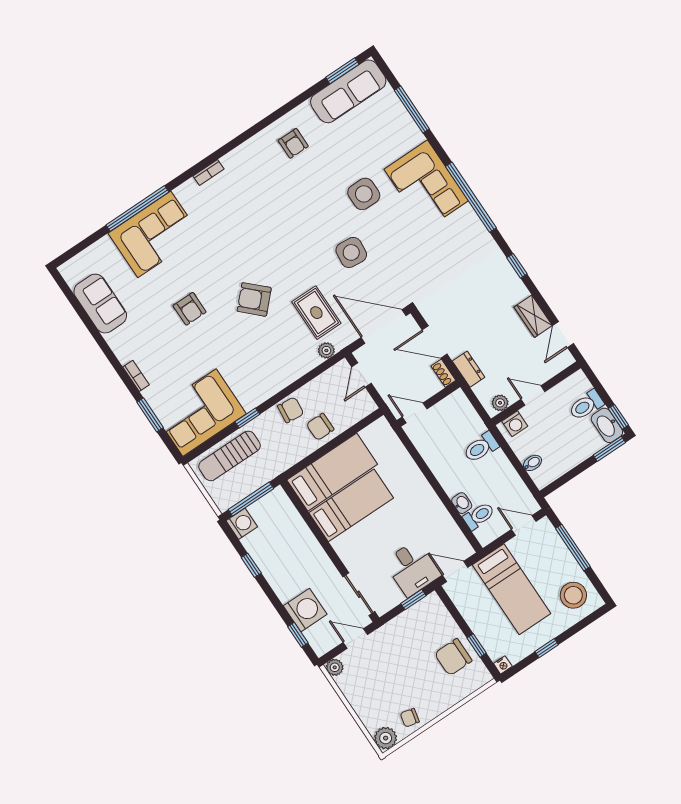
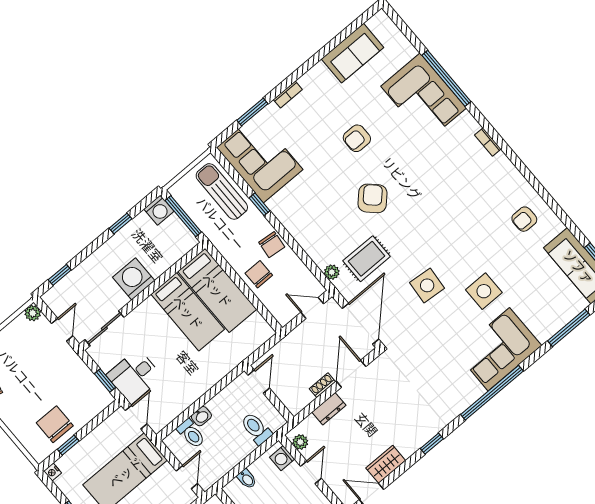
wall: (428, 404) -> (269, 394), moved
door: (415, 413) -> (259, 382), moved
washing machine: (305, 610) -> (134, 279), moved, turned 180

